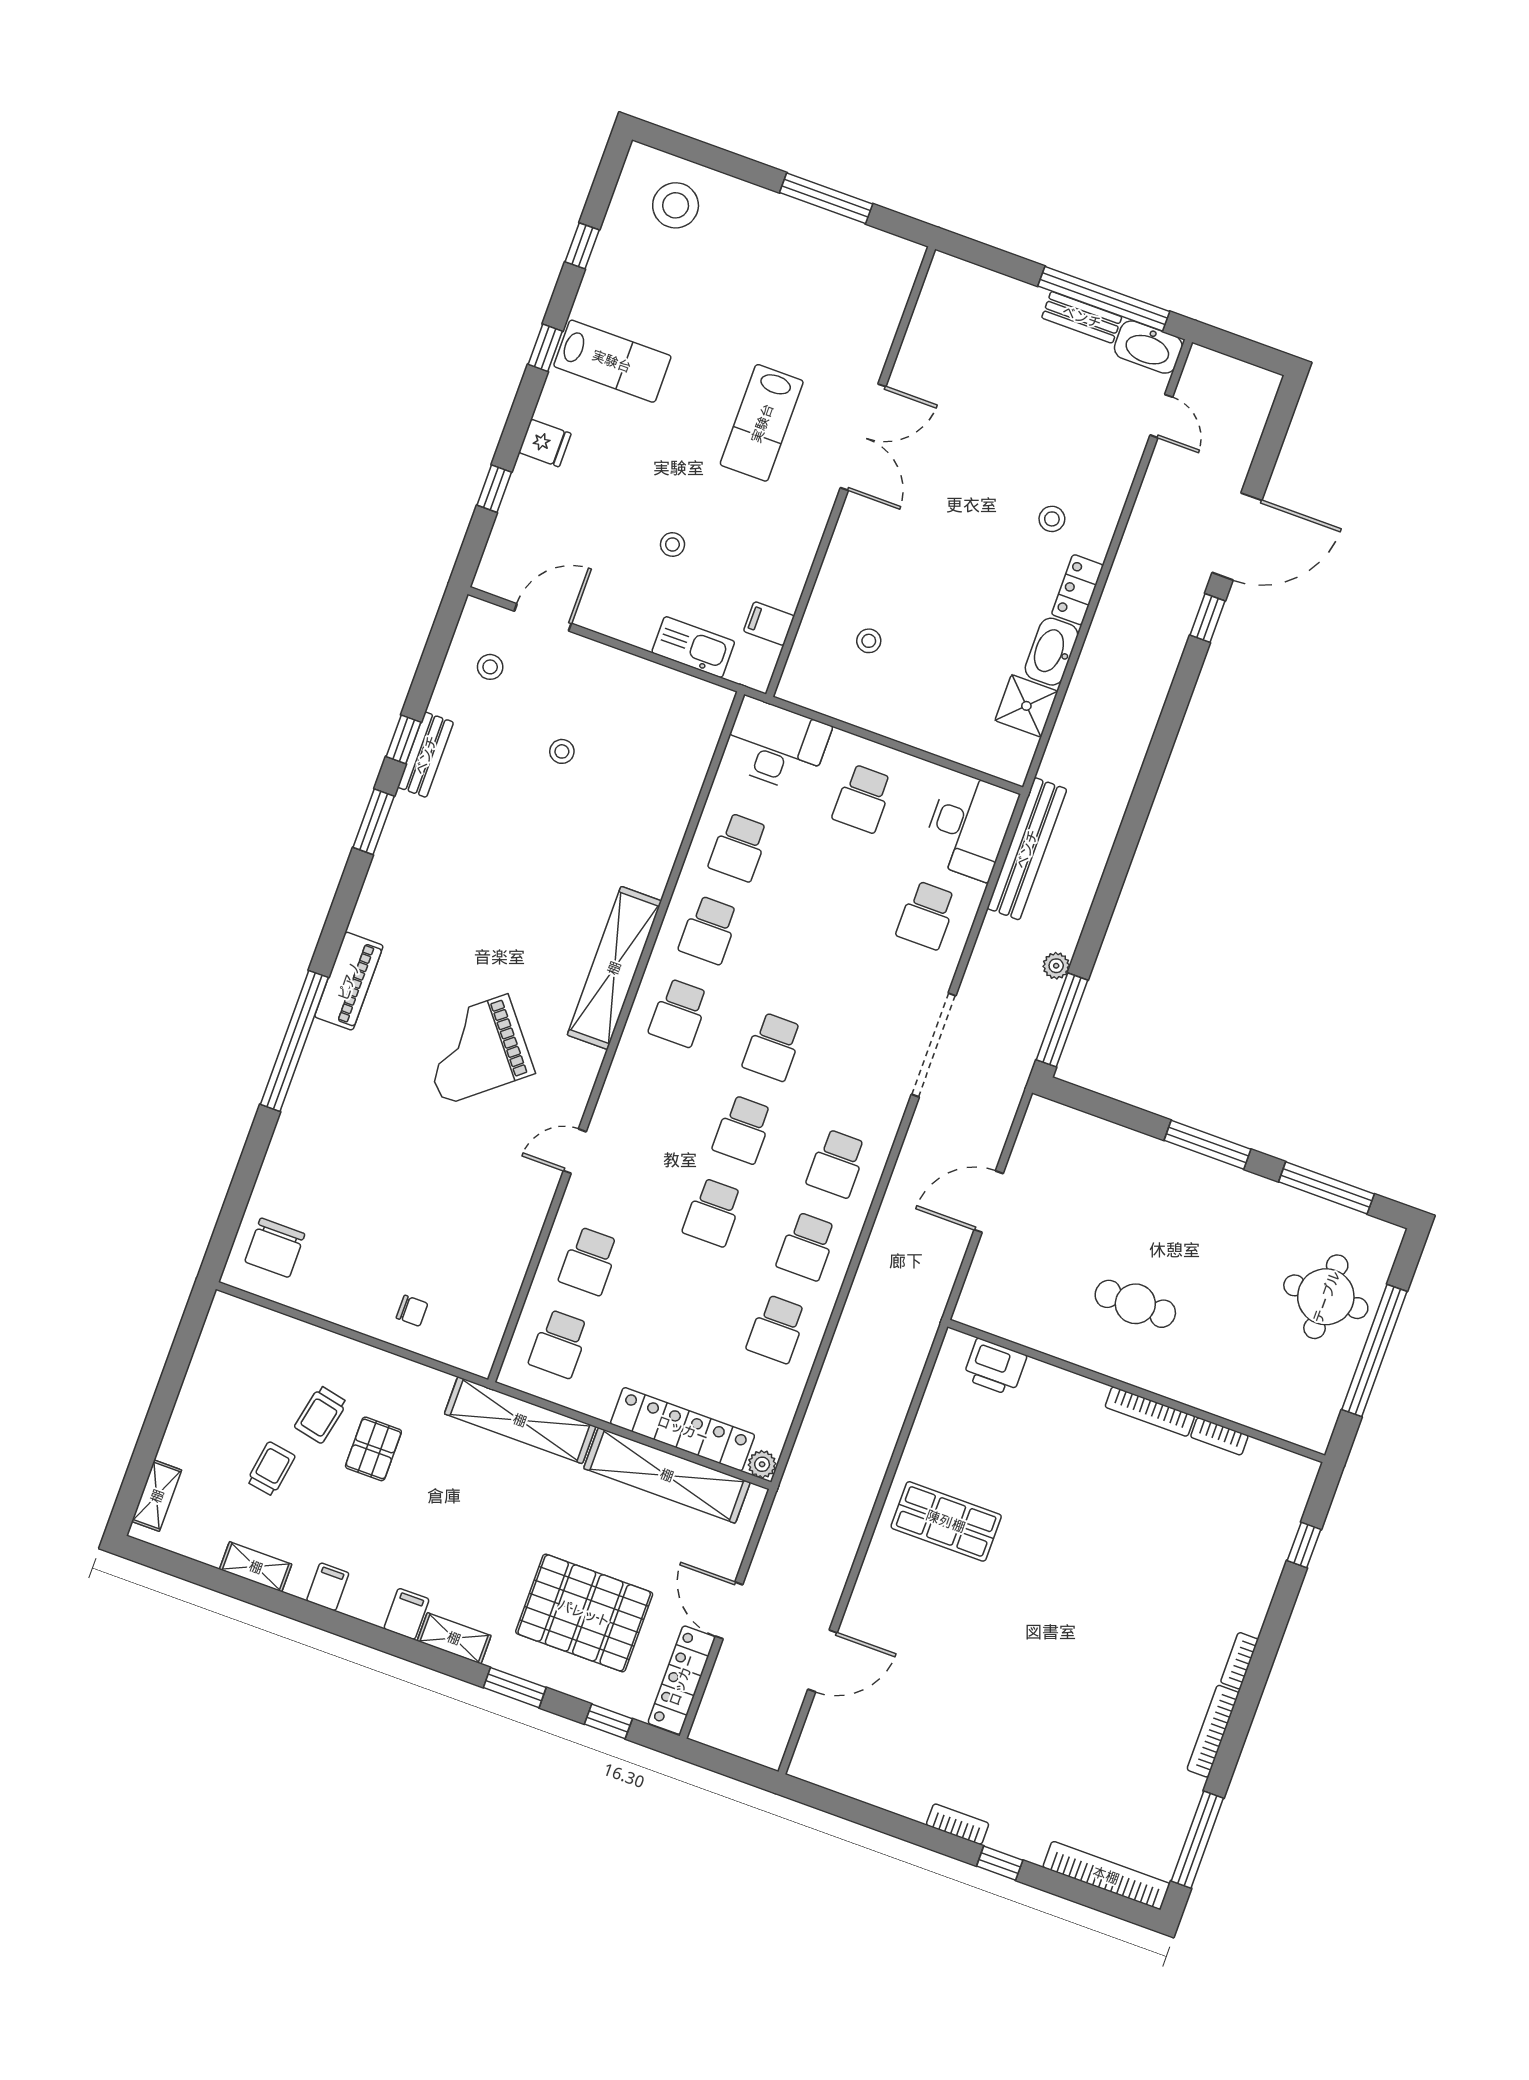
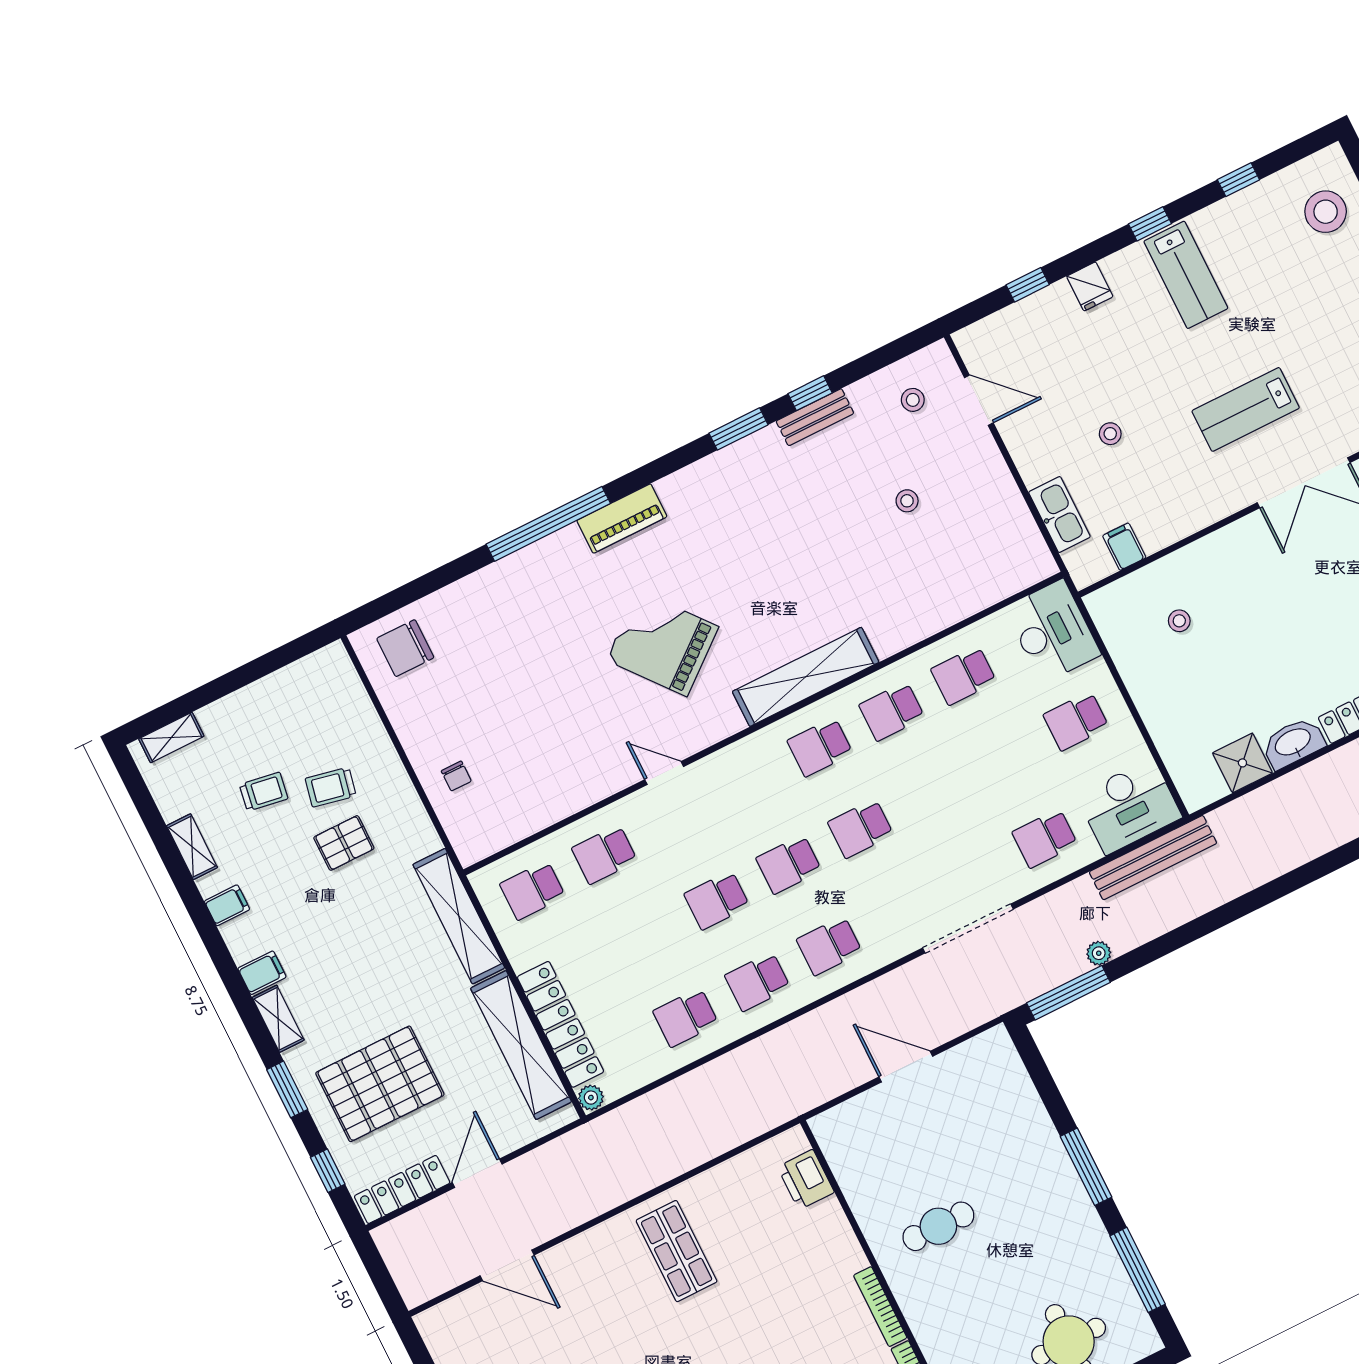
cafe table: (1135, 1304) -> (938, 1226), turned 90
pallet: (584, 1613) -> (380, 1084), turned 90

